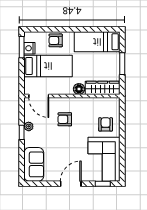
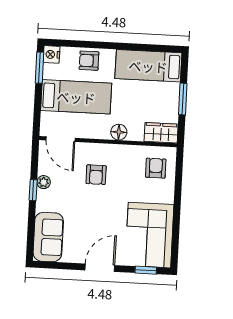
nightstand: (29, 48) -> (52, 54), moved
wardrobe: (103, 88) -> (161, 133), width x0.67
armchair: (65, 119) -> (96, 175), turned -90
armchair: (106, 124) -> (156, 168), moved

